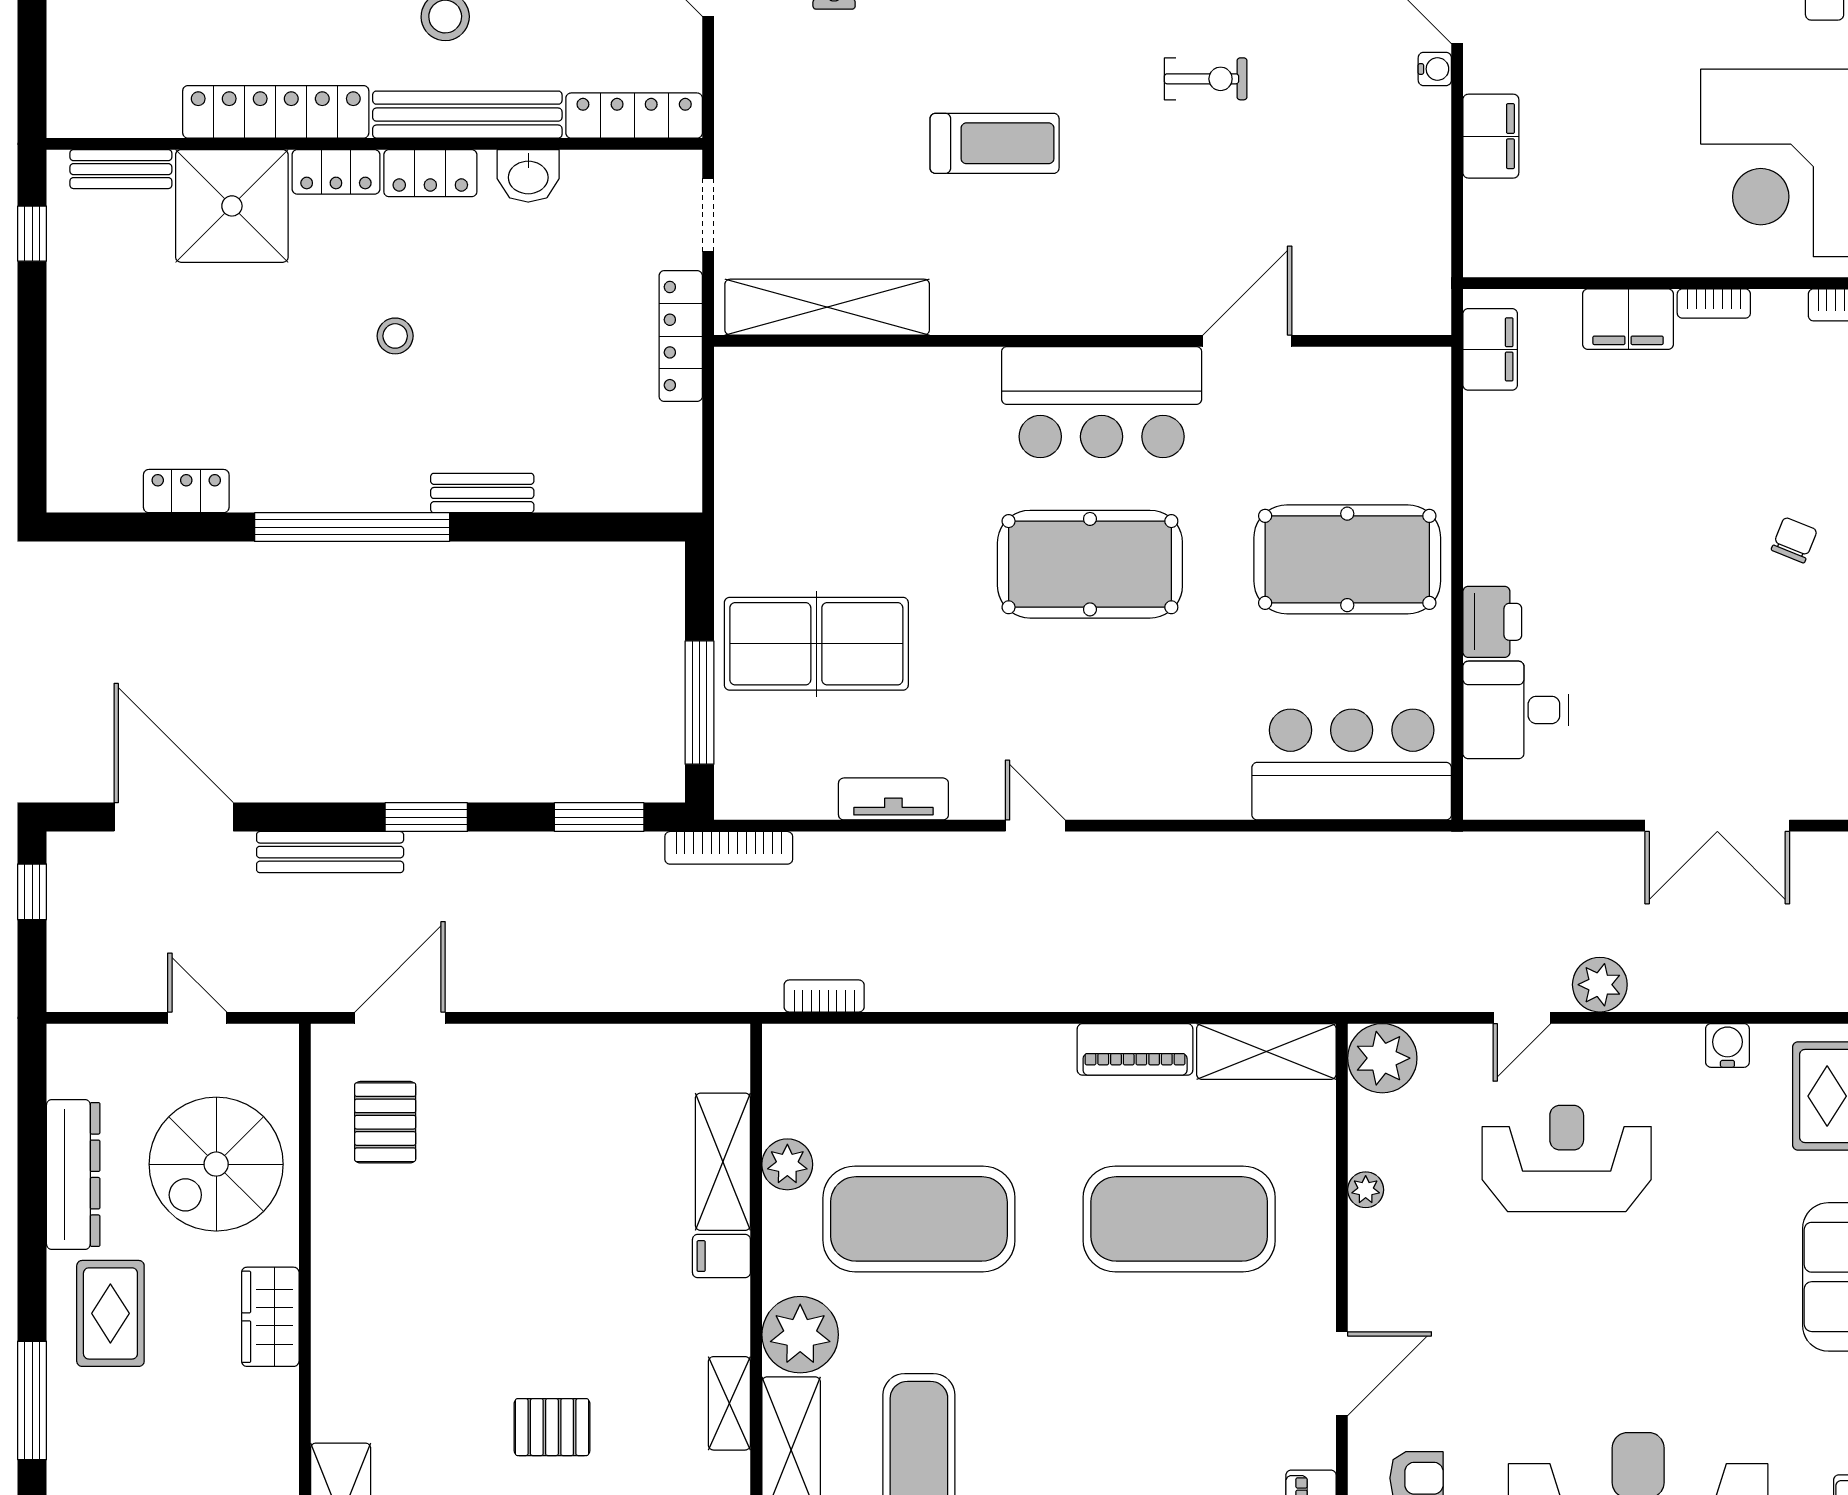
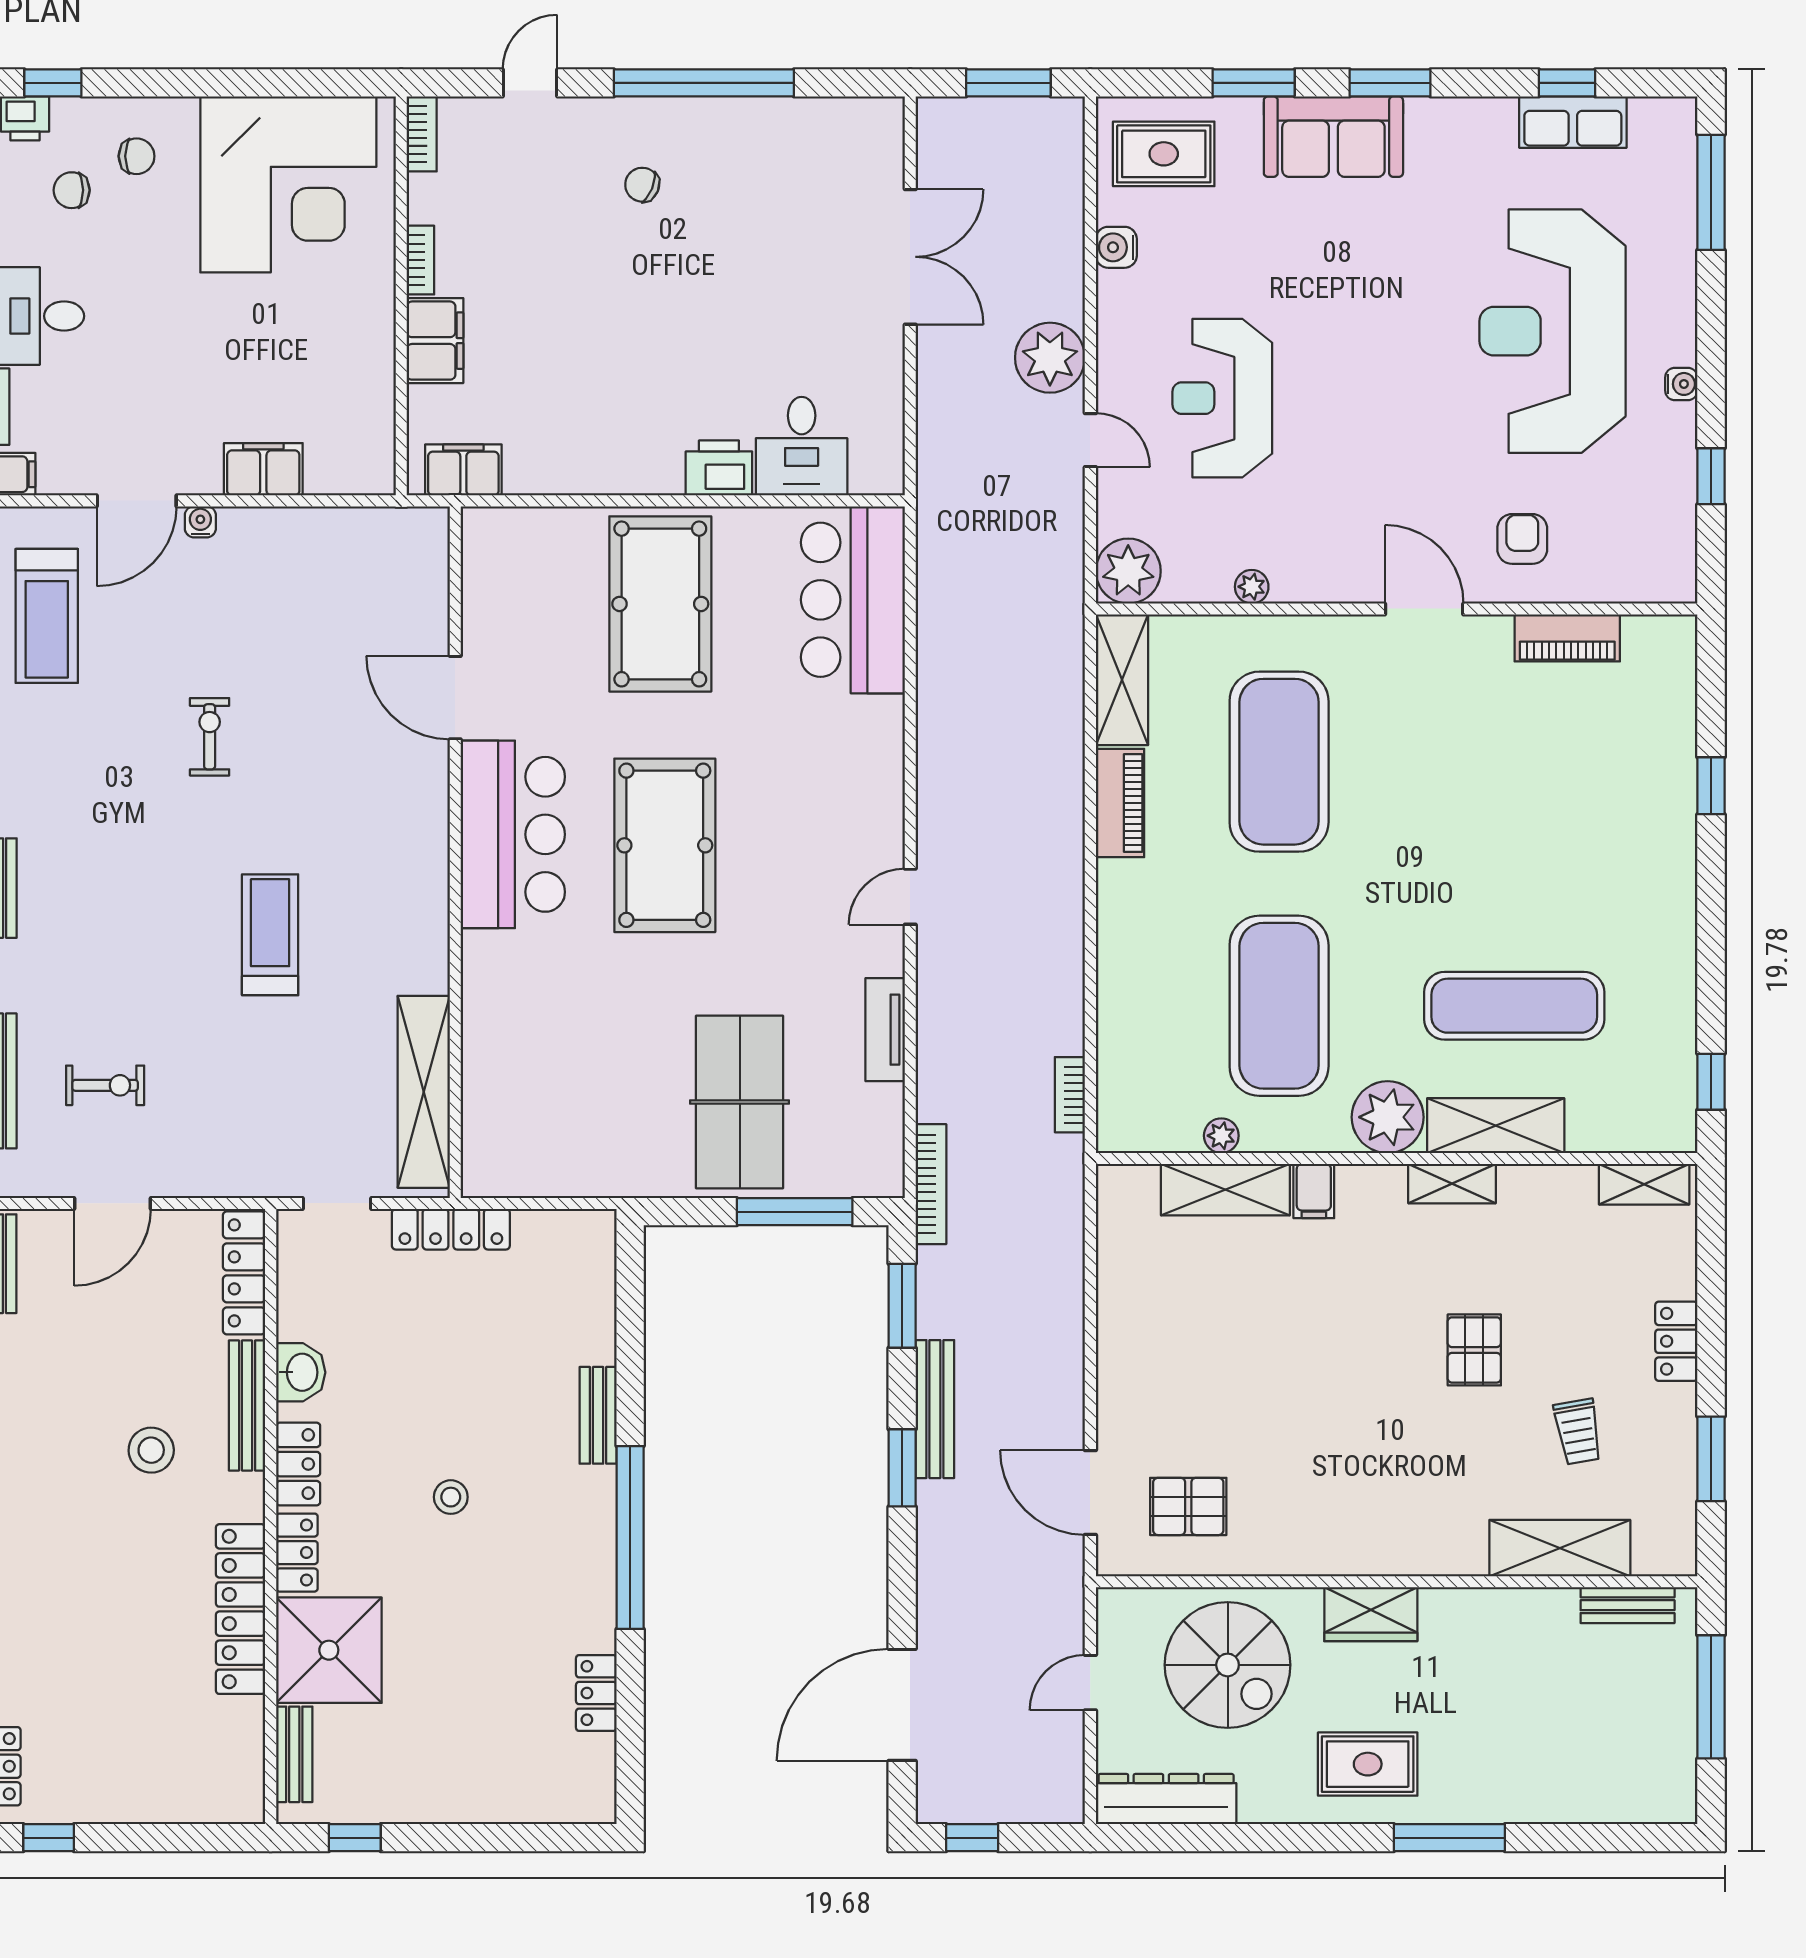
bench: (467, 115) -> (247, 1406), width x0.73, depth x0.82
bench: (330, 852) -> (935, 1409), moved
plant: (1600, 985) -> (1050, 358), width x1.36, depth x1.36
plant: (787, 1164) -> (1221, 1136), width x0.73, depth x0.73
dresser: (73, 1174) -> (1166, 1799), moved

